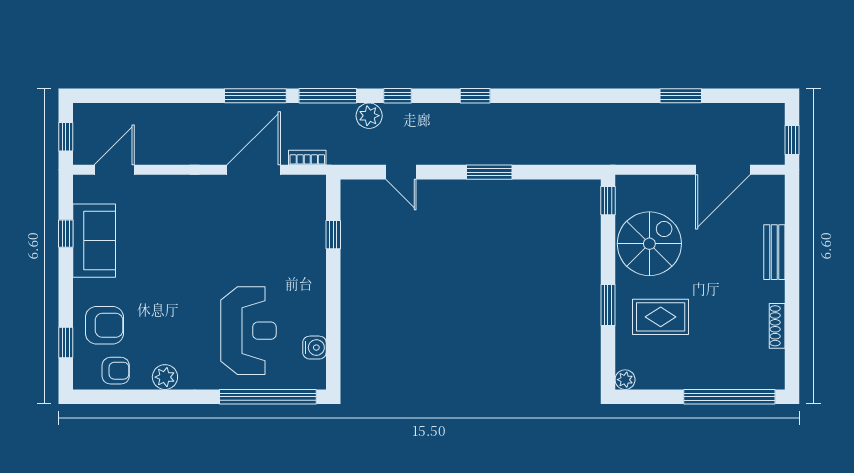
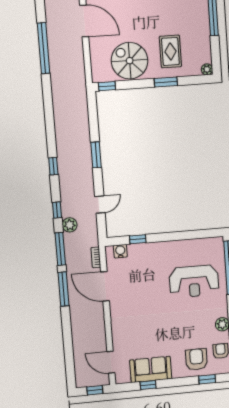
window: (681, 96) -> (44, 48), width x2.11
reception desk: (248, 331) -> (194, 281), turned 180
water cooler: (314, 348) -> (120, 251), moved

